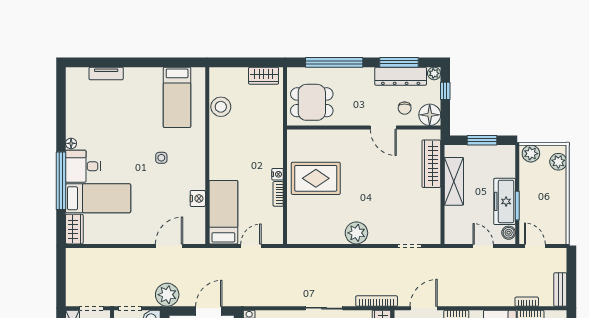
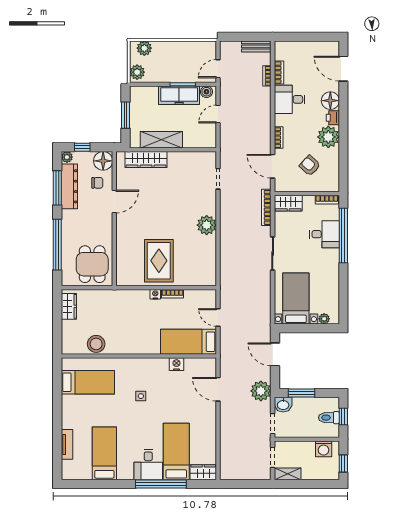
bed: (96, 116) -> (104, 453), added
floor lamp: (71, 143) -> (128, 475), removed

